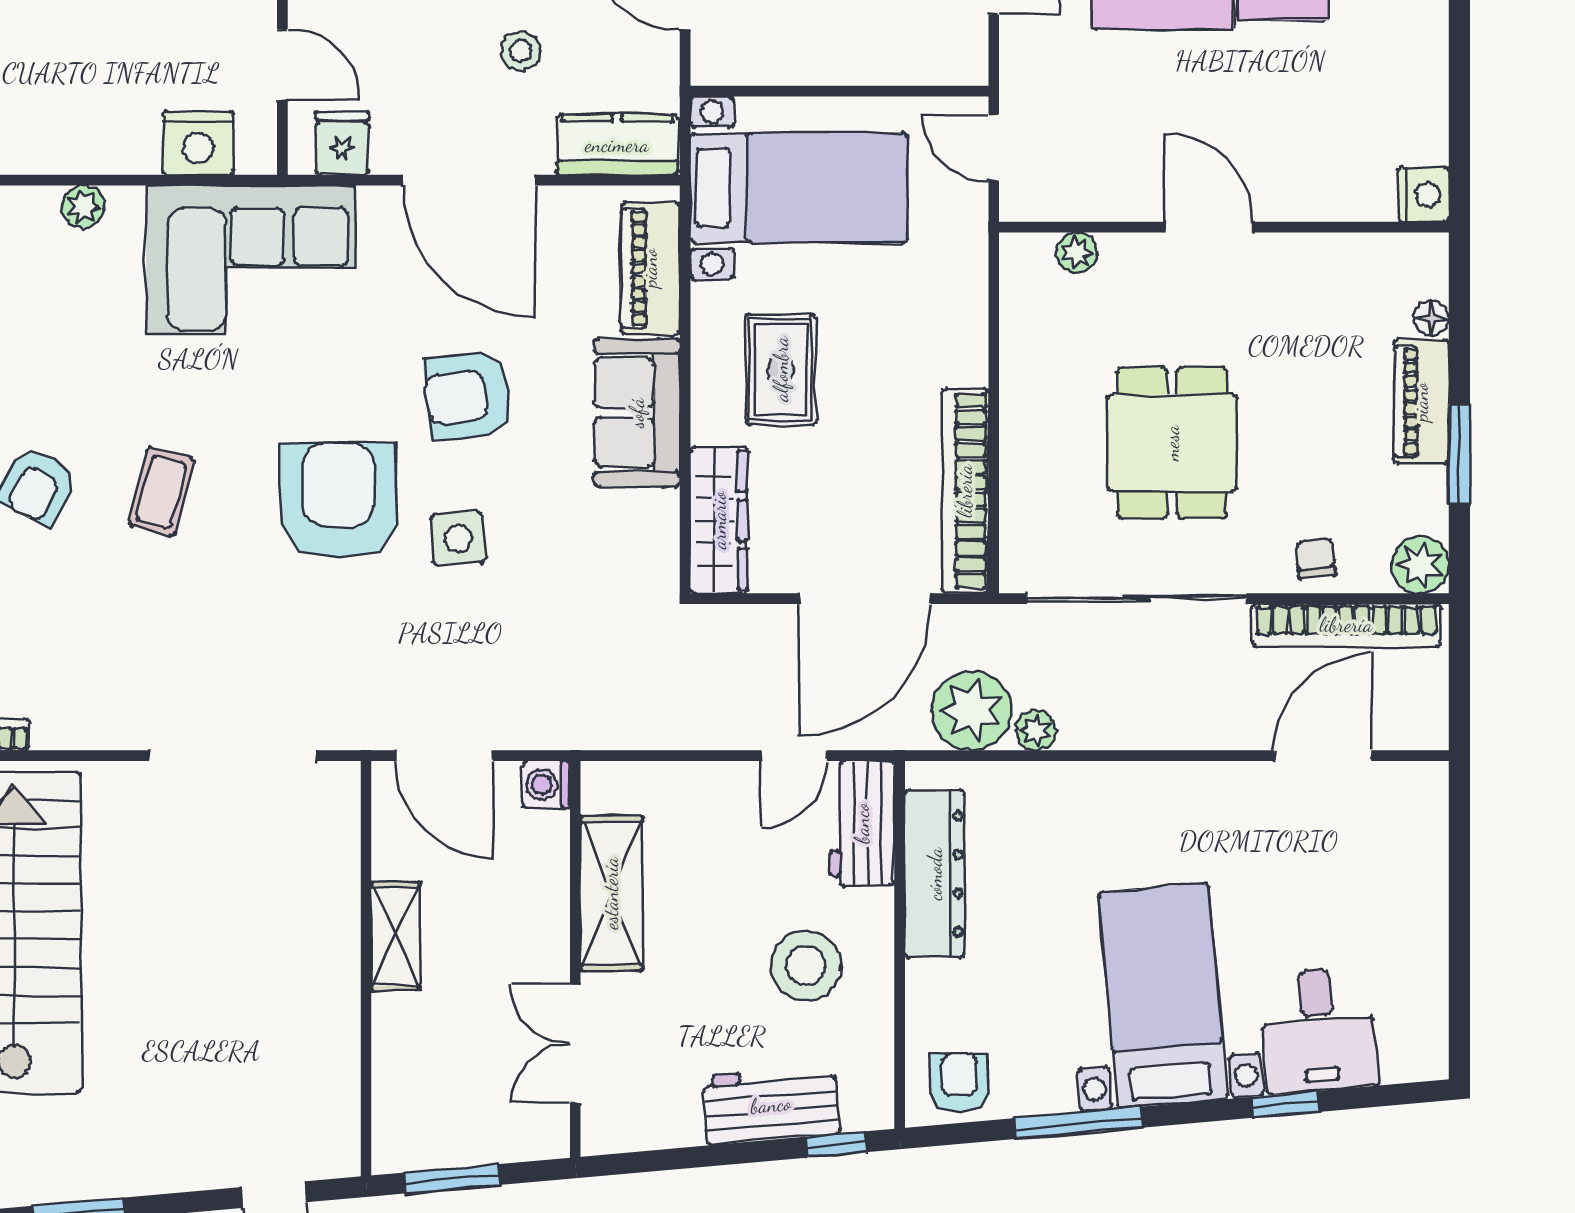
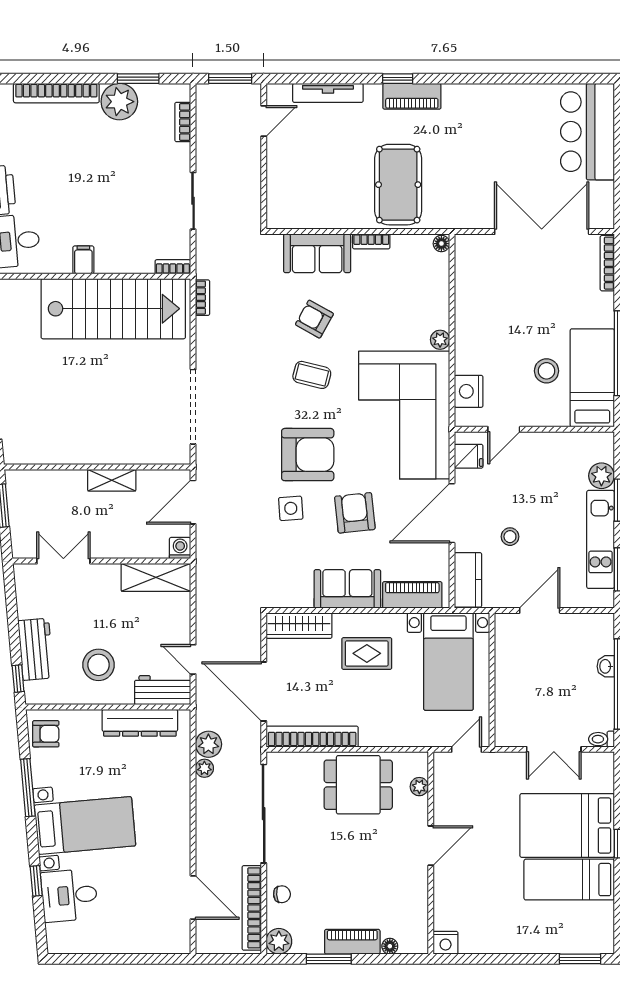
corner sofa: (251, 260) -> (404, 415), width x1.36, depth x1.36
dining table: (1172, 443) -> (358, 785), moved
plant: (972, 711) -> (208, 744), width x0.73, depth x0.73
shelving: (611, 893) -> (156, 577), moved

